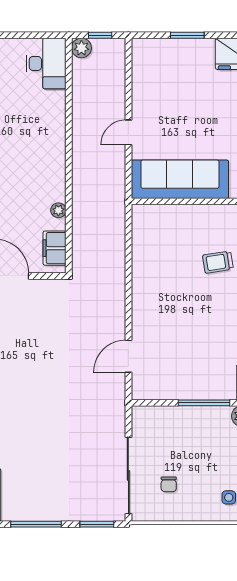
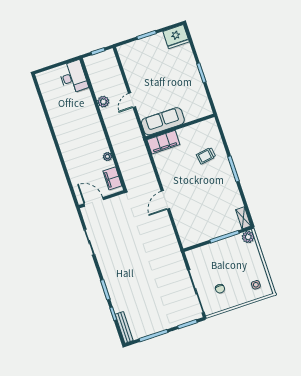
plant: (81, 48) -> (103, 102), moved
sofa: (180, 179) -> (163, 121), width x0.74, depth x0.79
filing cabinet: (157, 217) -> (163, 142), added
door: (128, 356) -> (165, 200), moved

